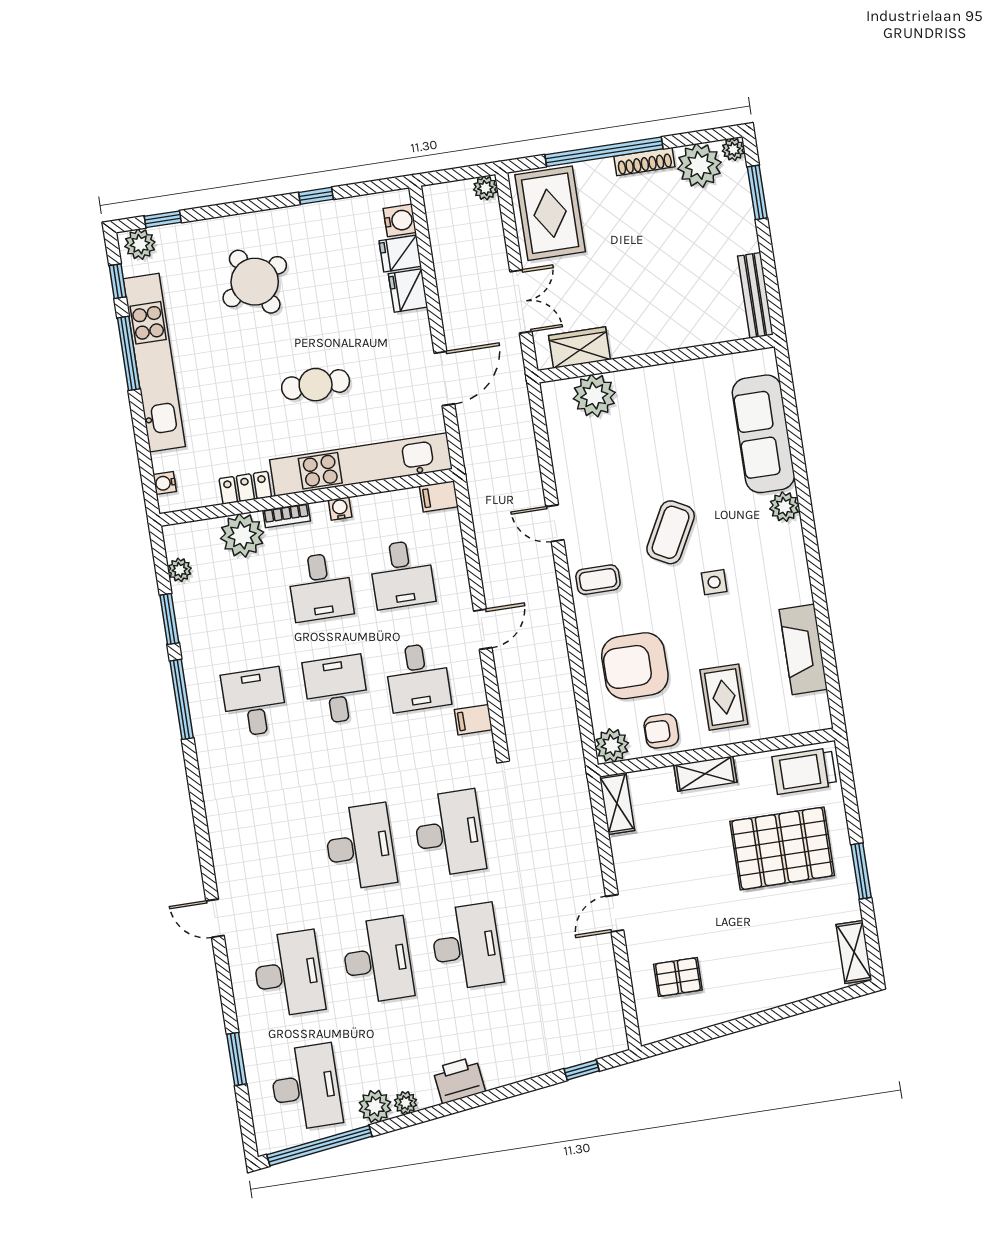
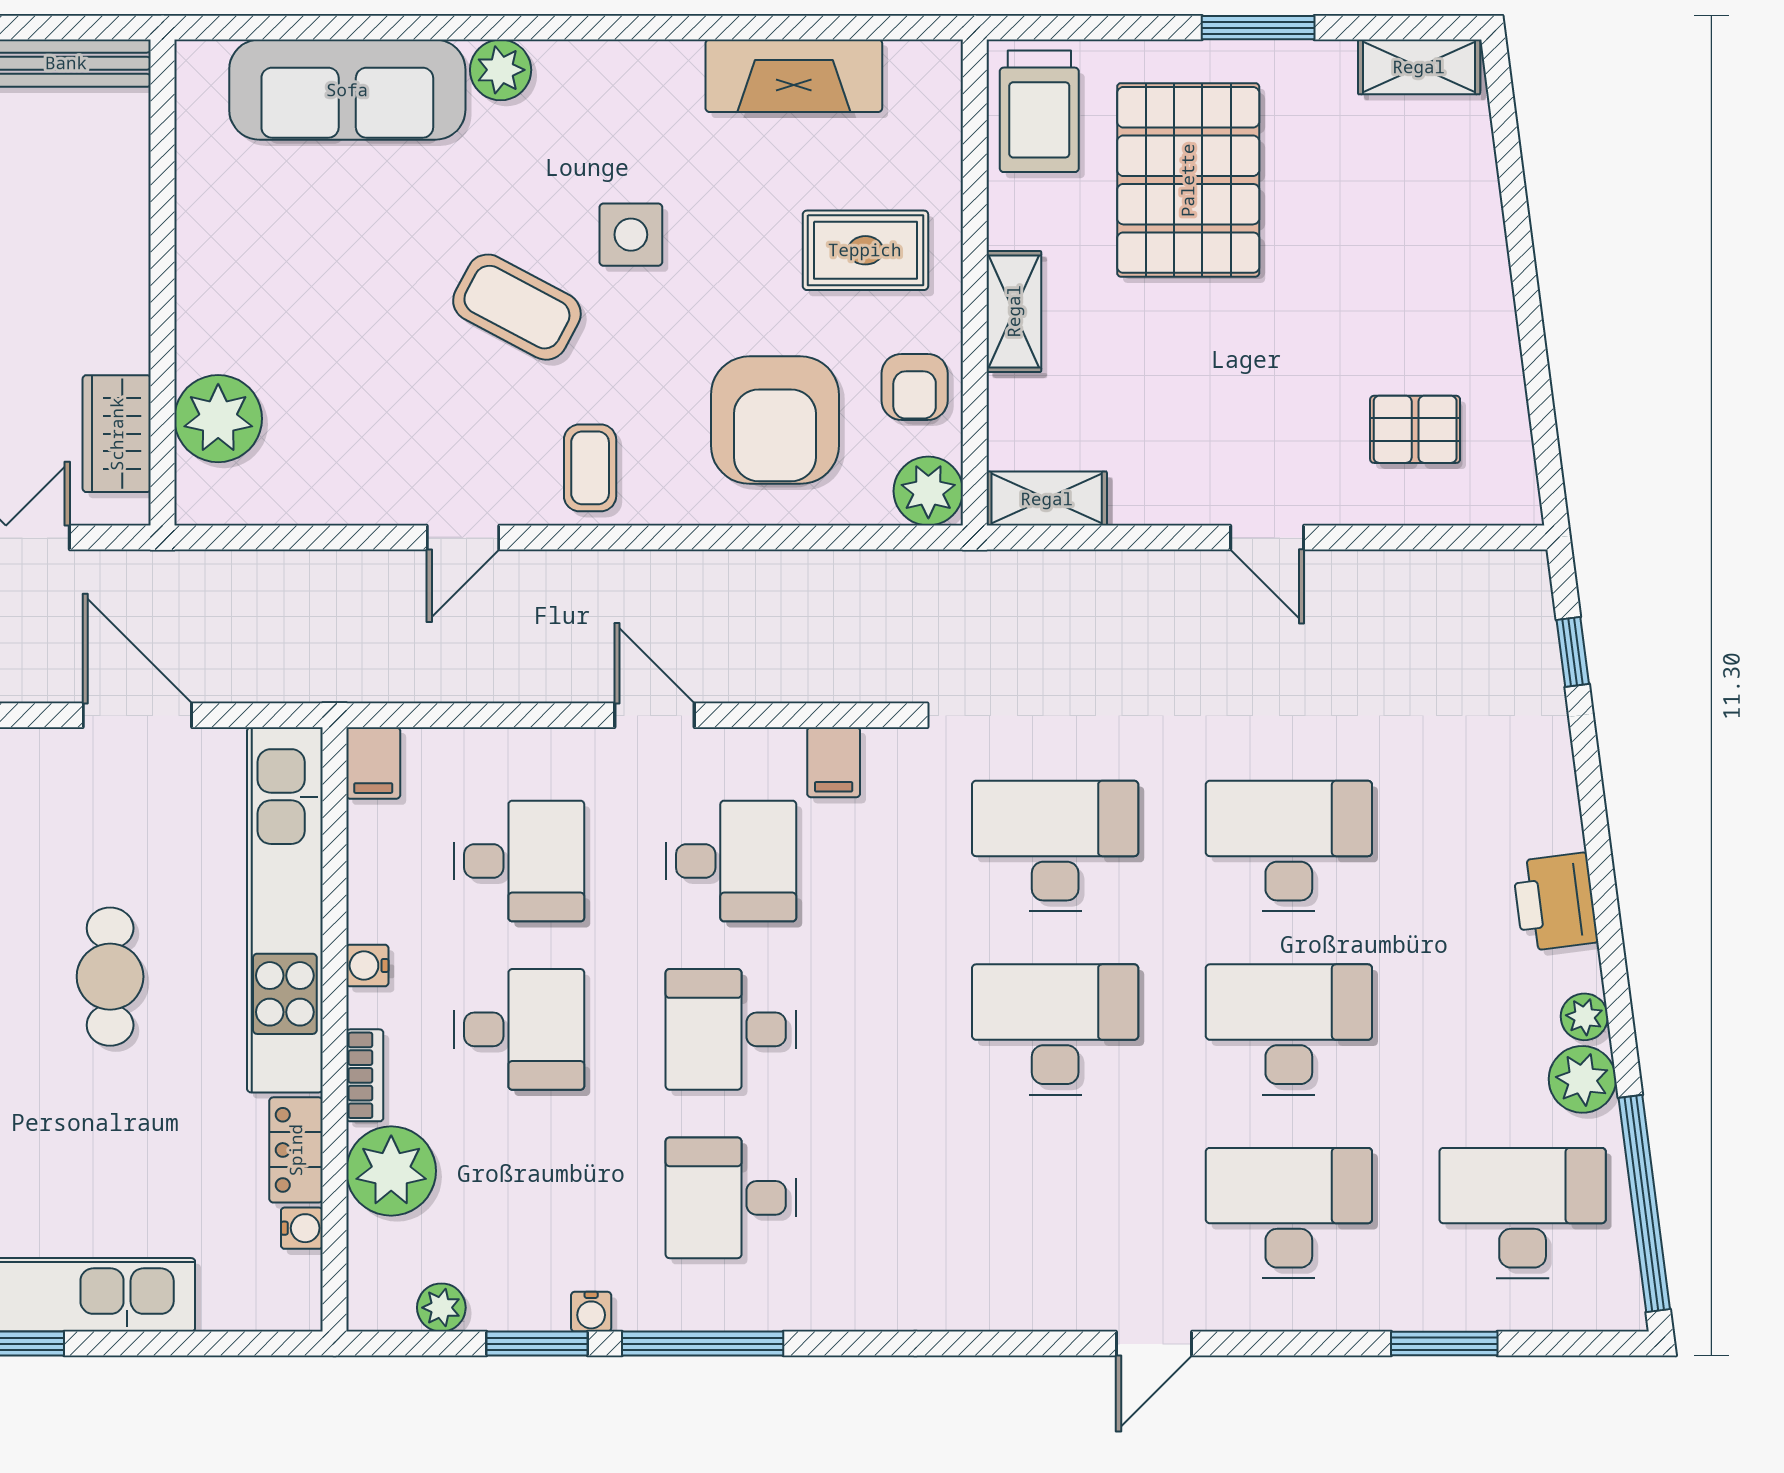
water cooler: (165, 483) -> (302, 1228), moved, turned -90
side table: (714, 582) -> (631, 235), width x1.37, depth x1.37
water cooler: (189, 643) -> (591, 1312), added
pallet: (678, 977) -> (1415, 429), turned 90

